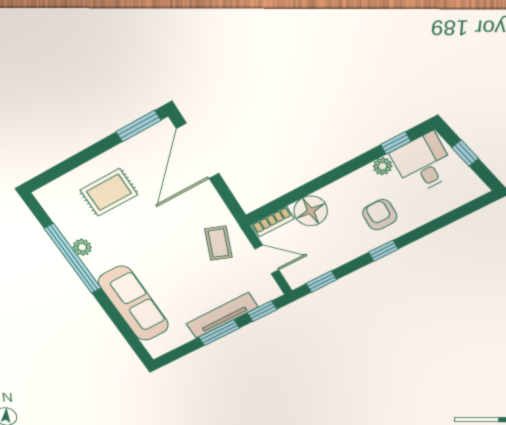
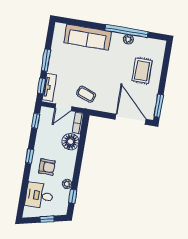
desk: (423, 163) -> (39, 196), moved, turned 180
tv unit: (222, 315) -> (50, 87), moved, width x0.71

